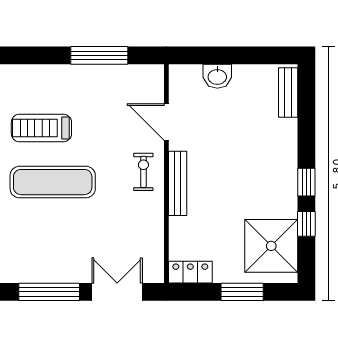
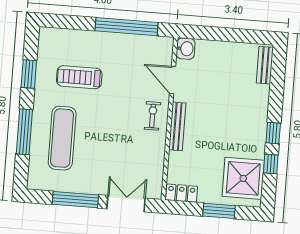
window: (99, 55) -> (126, 27), width x1.46
washbasin: (217, 76) -> (186, 49), moved, turned -90
exercise mat: (53, 182) -> (62, 138), moved, turned 90

